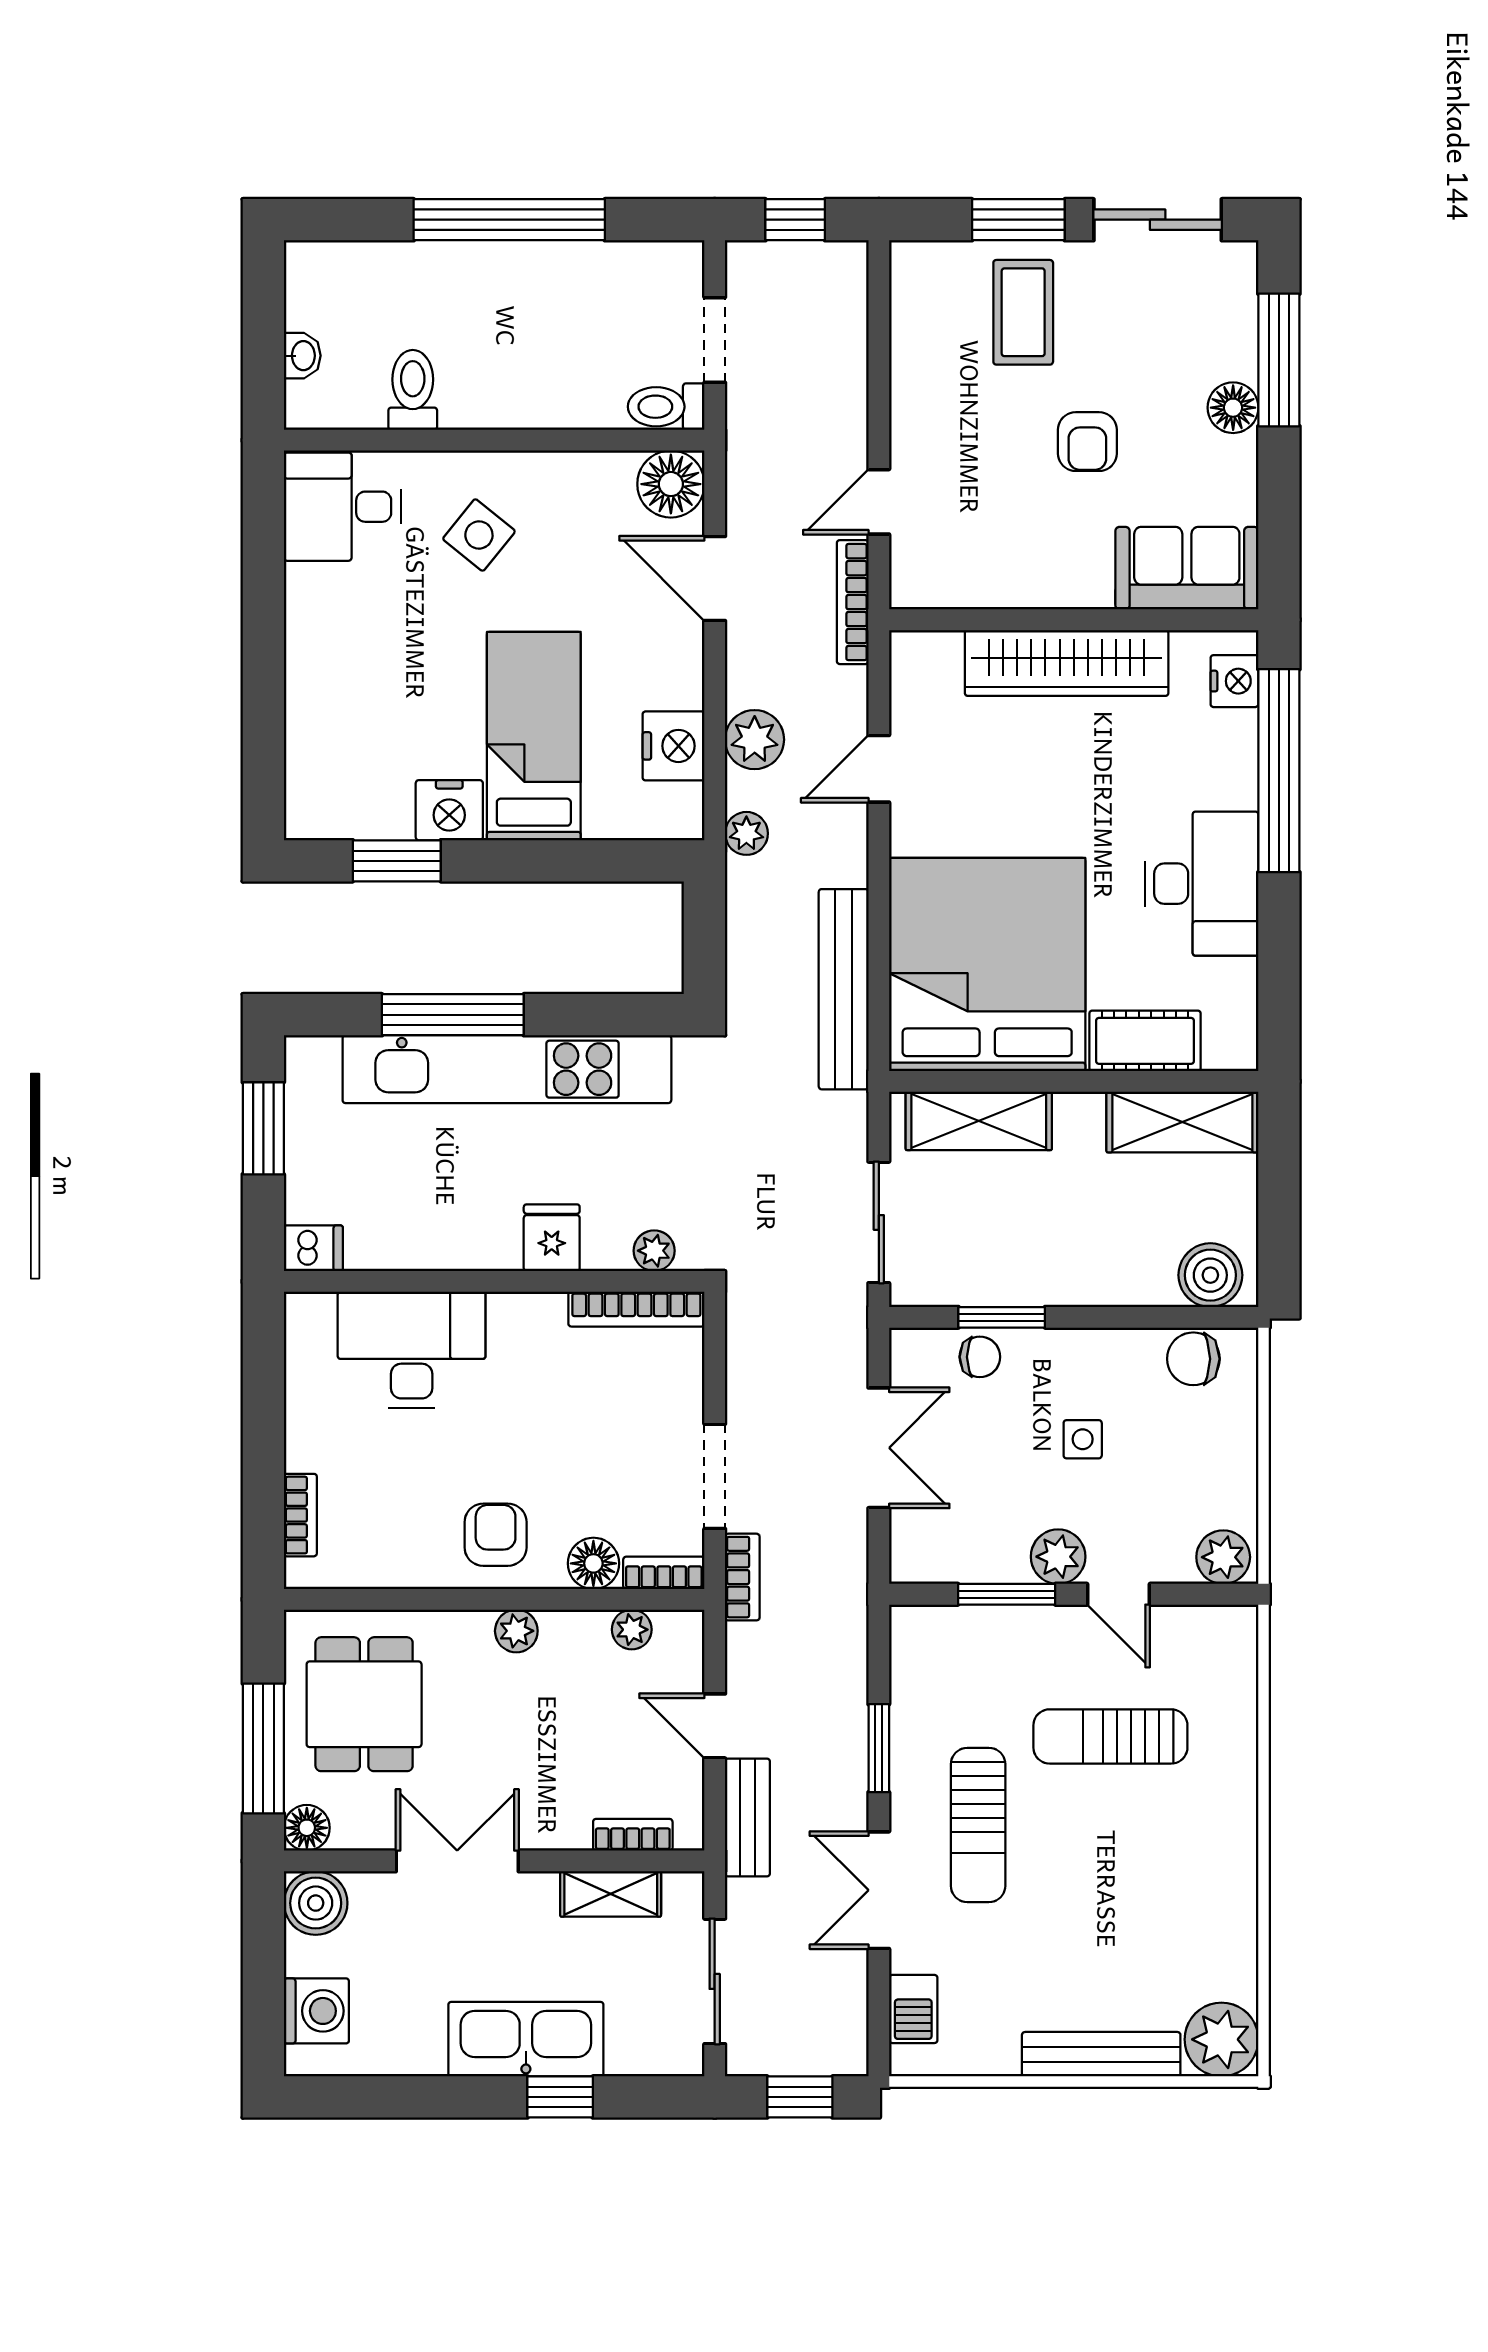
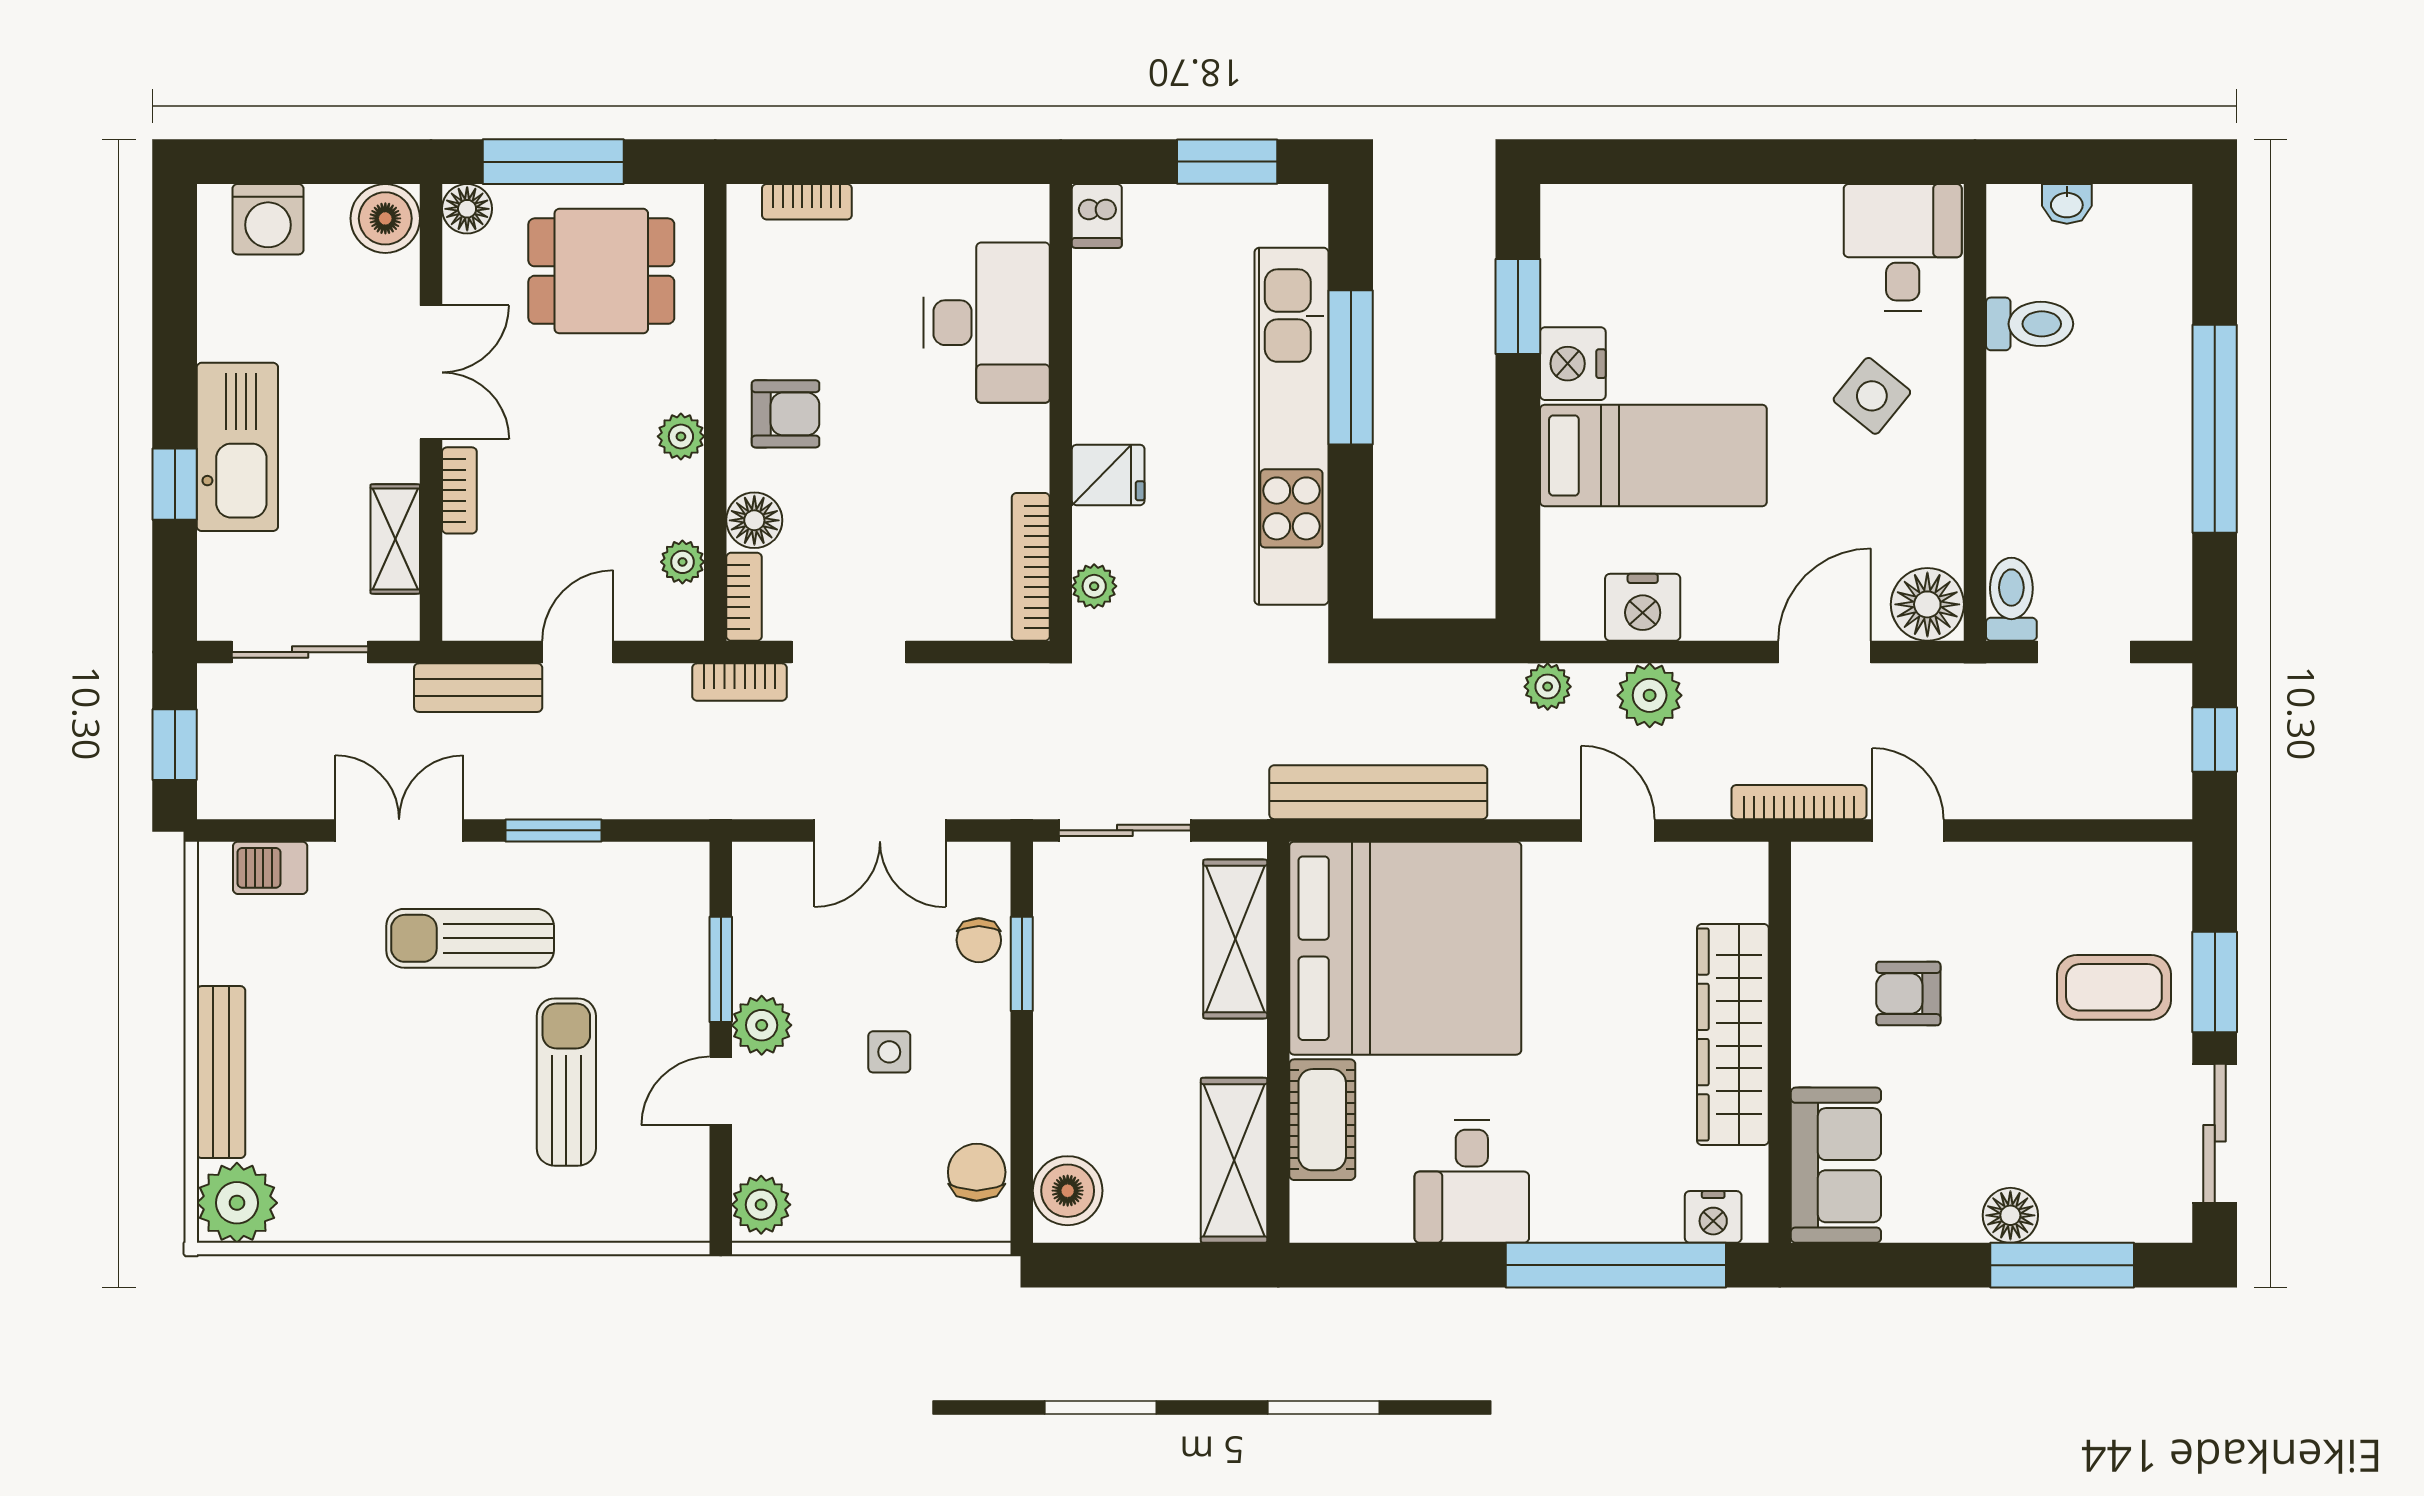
armchair: (1087, 442) -> (1908, 994), moved
desk: (1202, 884) -> (1472, 1181), width x0.73
bookcase: (633, 1835) -> (459, 490), moved

